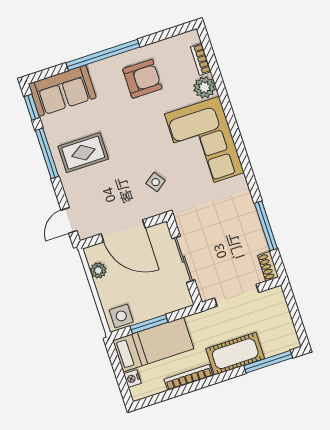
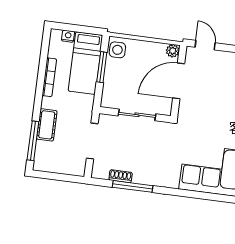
side table: (156, 182) -> (203, 121), removed
shoe rack: (268, 266) -> (121, 176), moved
plant: (98, 270) -> (173, 51), moved
cot: (235, 354) -> (47, 125), width x0.73, depth x0.75

